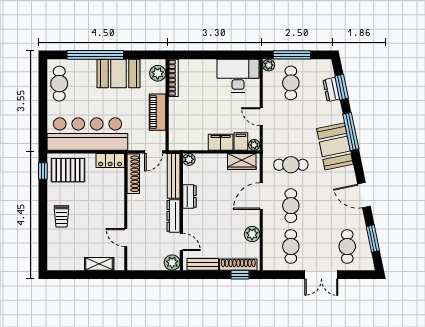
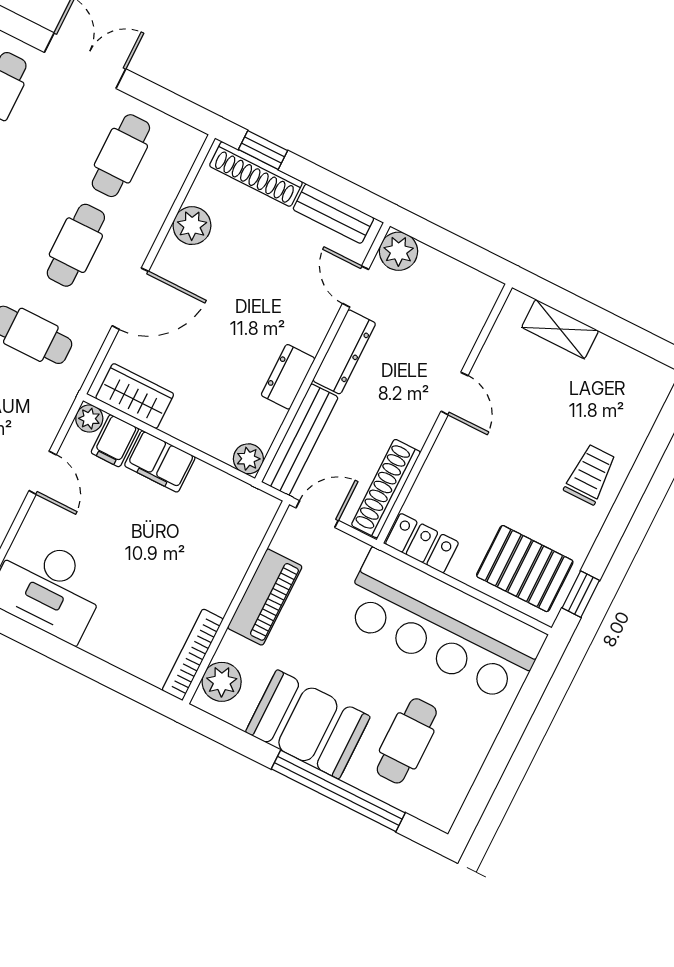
cafe table: (59, 84) -> (407, 741), moved
door: (126, 238) -> (455, 393), moved

